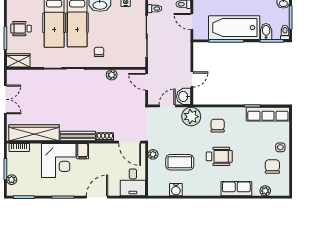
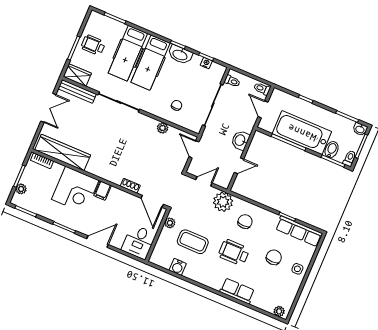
chair: (99, 52) -> (177, 105), moved
washbasin: (184, 96) -> (240, 140), moved
bench: (78, 136) -> (77, 91), moved
wheelchair: (219, 156) -> (234, 252), turned 180
chair: (272, 167) -> (274, 257), moved
plant: (265, 191) -> (279, 311), moved

